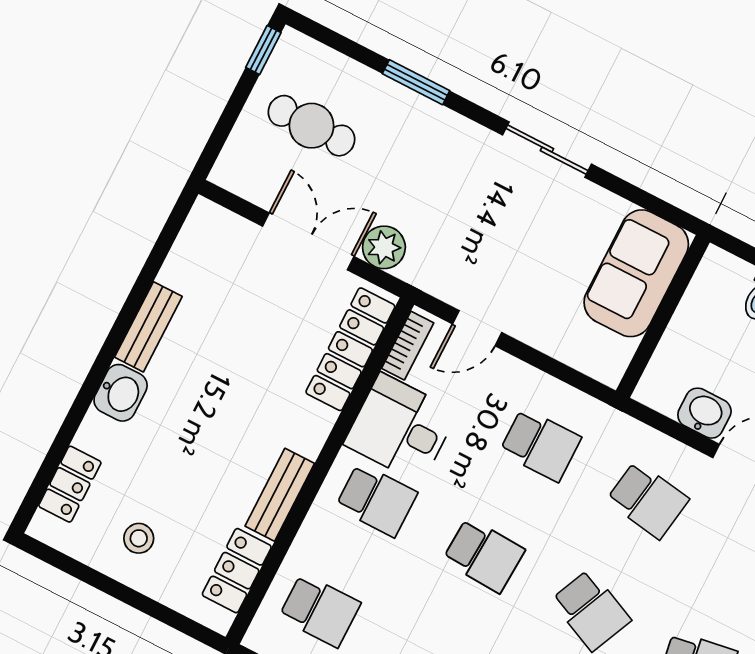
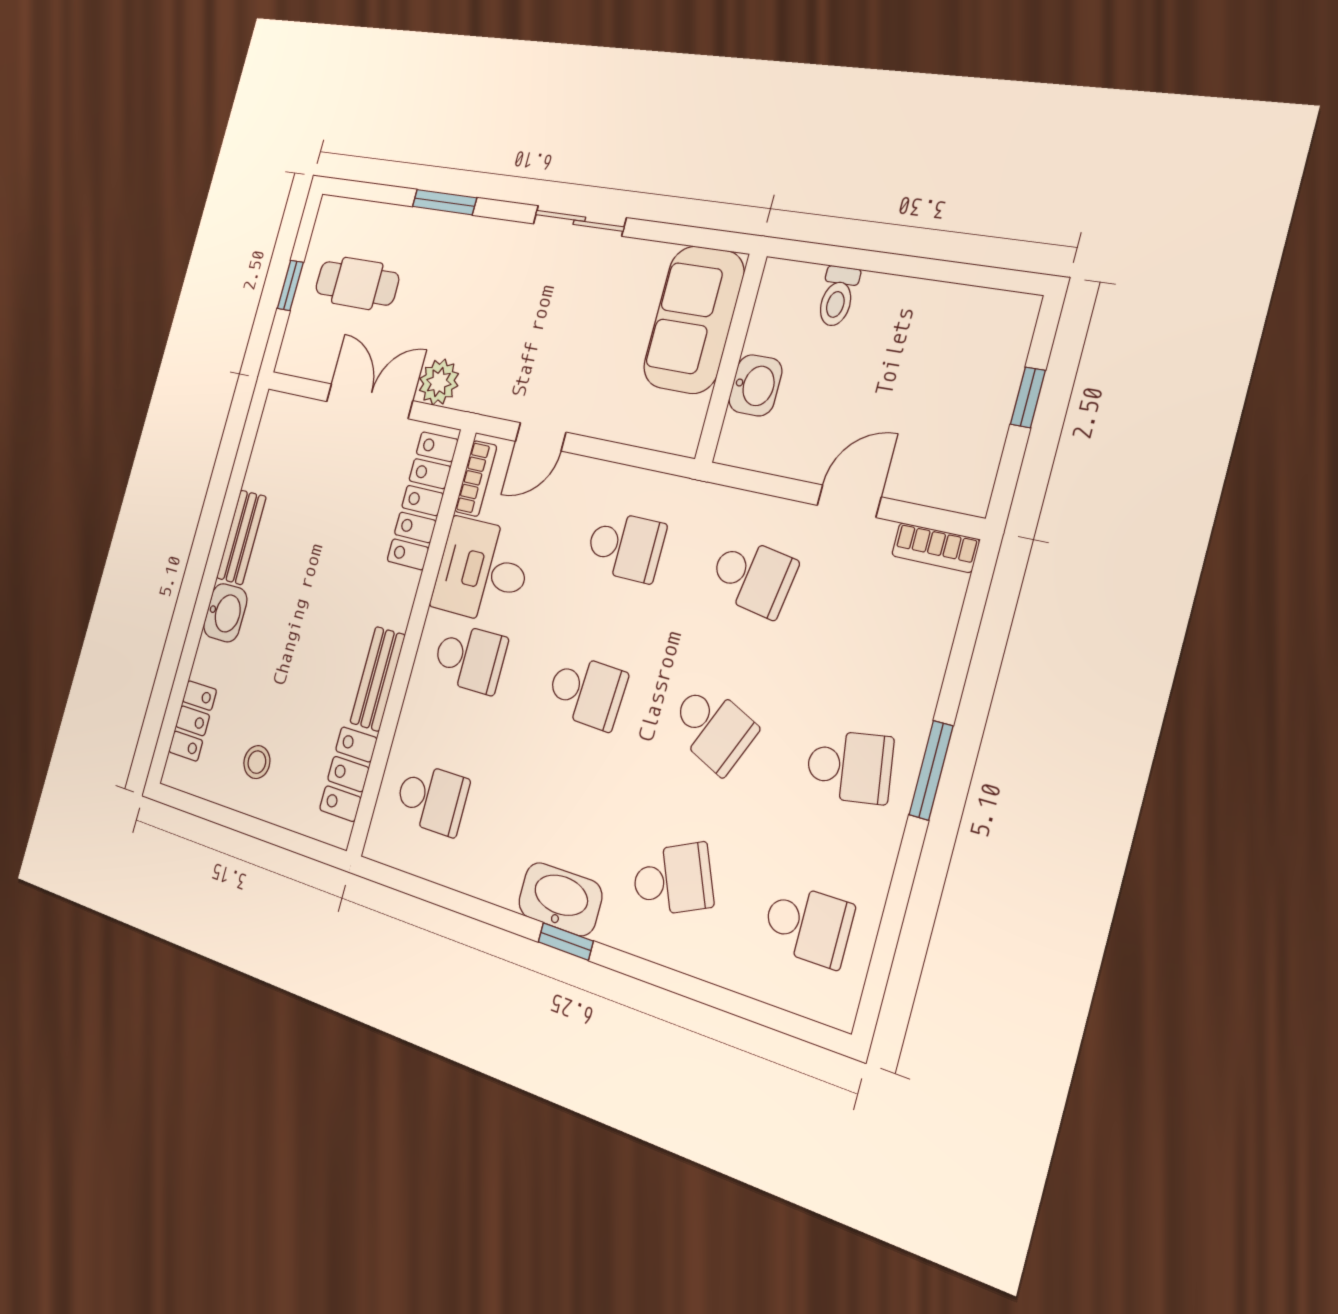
window: (263, 50) -> (290, 285), moved
washbasin: (704, 413) -> (755, 385), moved, turned 90

